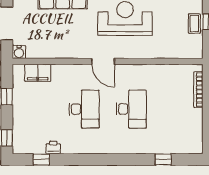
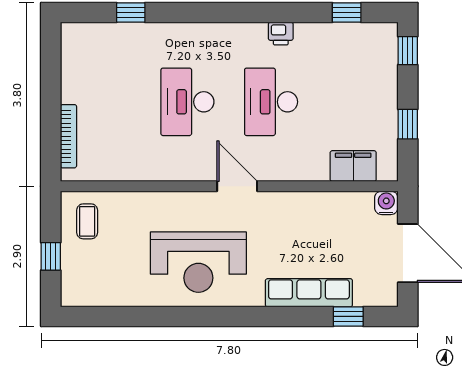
coffee table: (194, 24) -> (87, 221), moved
printer: (53, 148) -> (281, 34), moved

